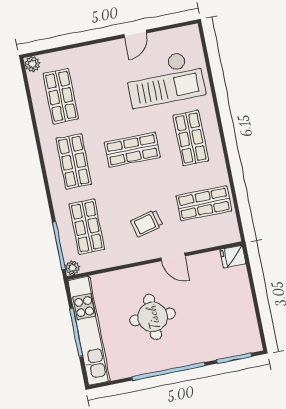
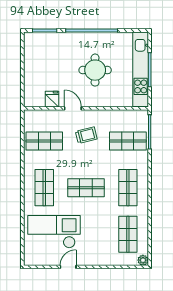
shop shelf: (87, 227) -> (128, 141), turned 90
fridge: (233, 257) -> (52, 99), moved, turned -90
plant: (72, 268) -> (143, 115), removed

